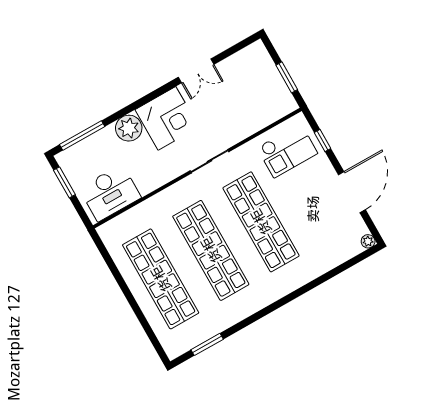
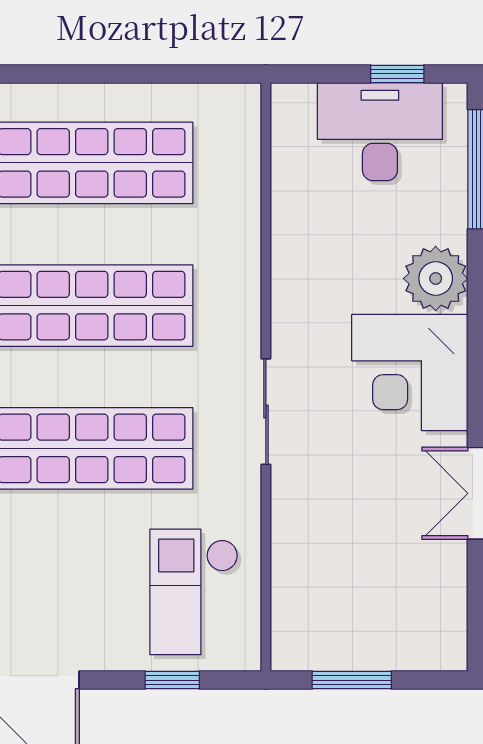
window: (64, 182) -> (397, 74), width x0.67
desk: (110, 193) -> (380, 132), moved, turned 90

